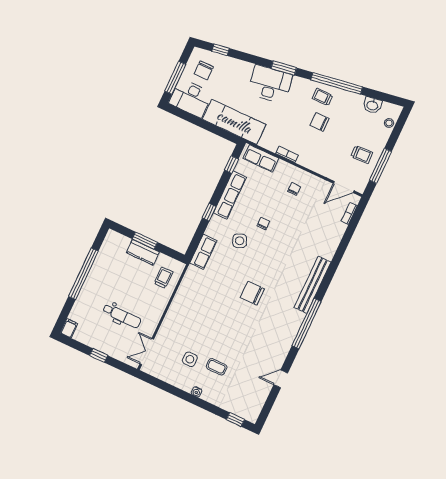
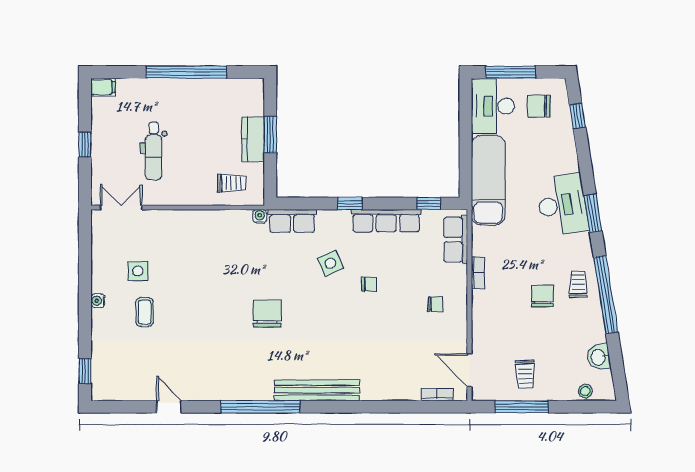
water cooler: (191, 270) -> (260, 216), added

